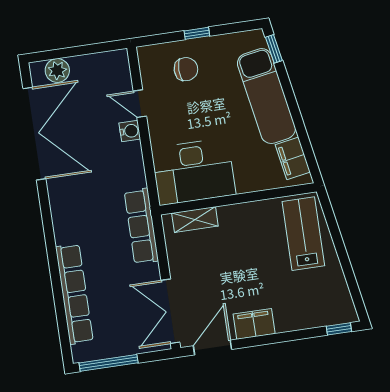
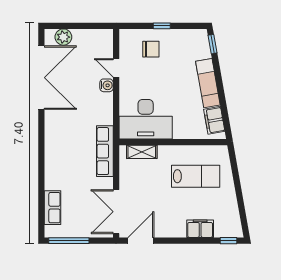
exam couch: (266, 96) -> (208, 83), width x0.73, depth x0.69
lab bench: (303, 234) -> (196, 176), moved, turned 90
row of seats: (74, 294) -> (53, 208), width x0.50
filing cabinet: (254, 324) -> (200, 229), moved

